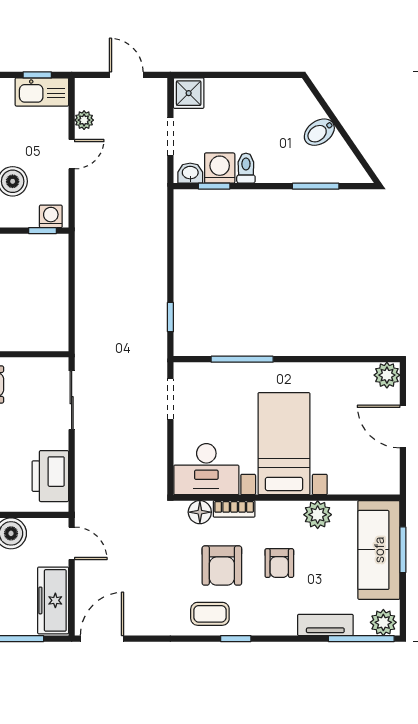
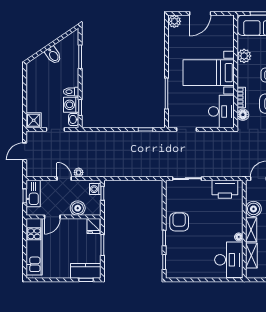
plant: (84, 120) -> (79, 172), moved

